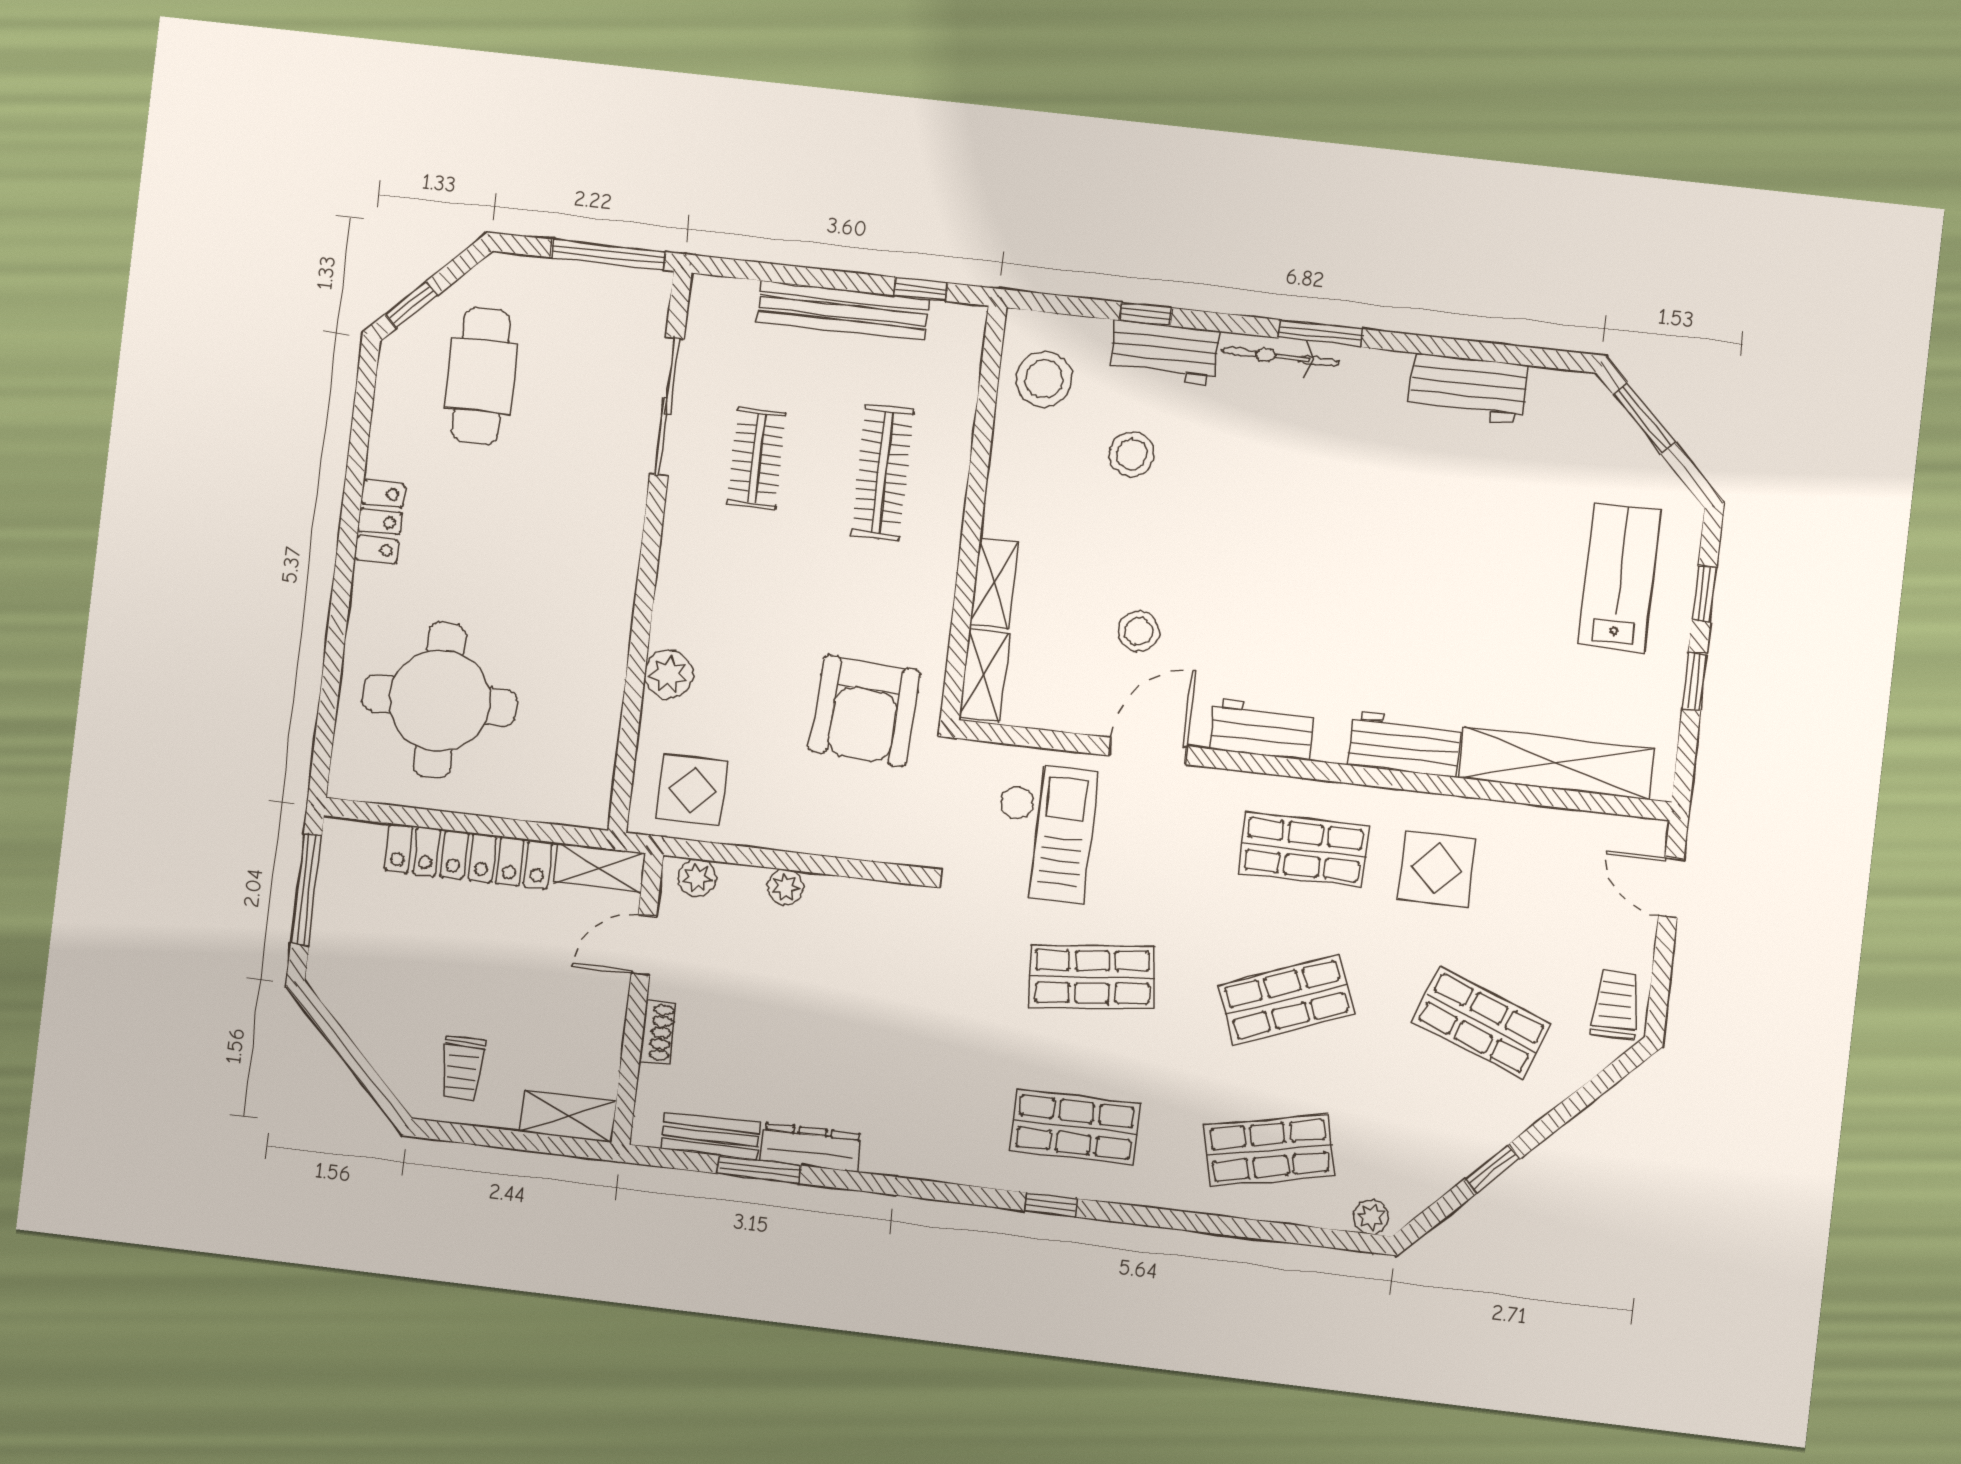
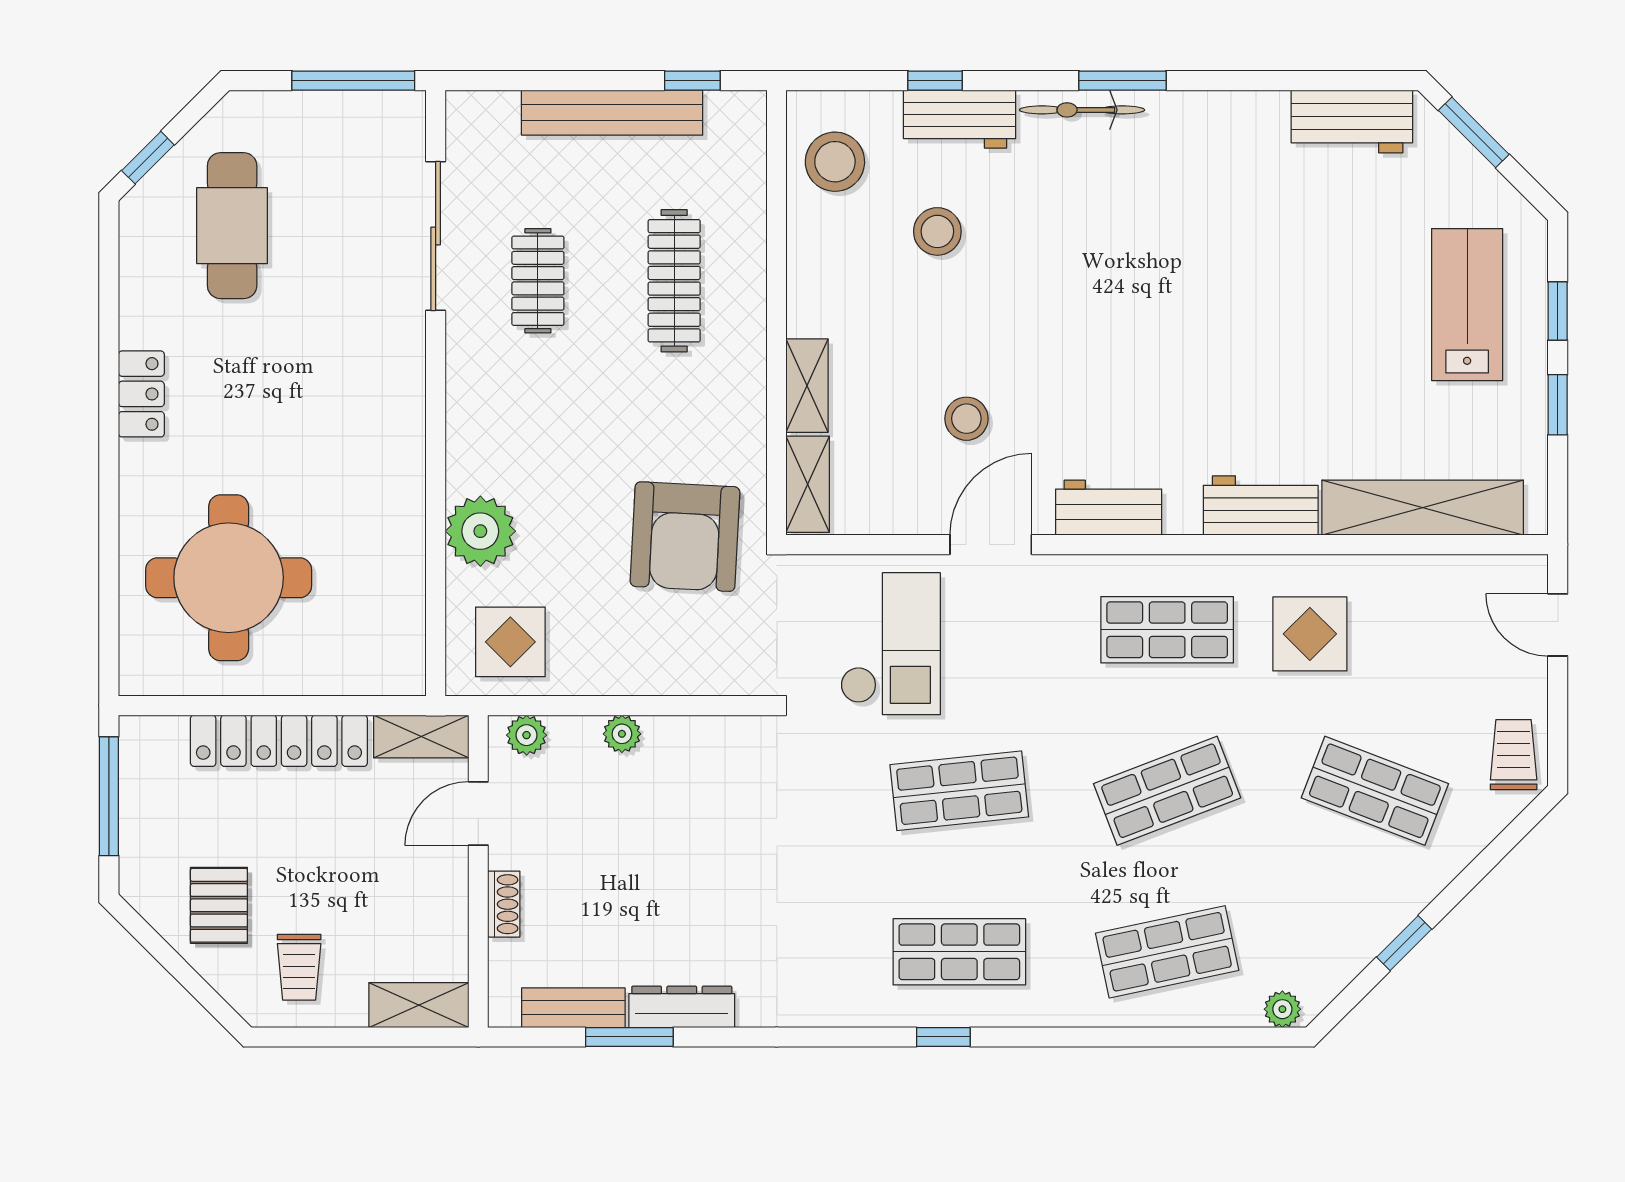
workbench: (1469, 388) -> (1352, 121), moved
plant: (669, 674) -> (480, 531), width x1.36, depth x1.36
pallet: (395, 1002) -> (219, 905), added

